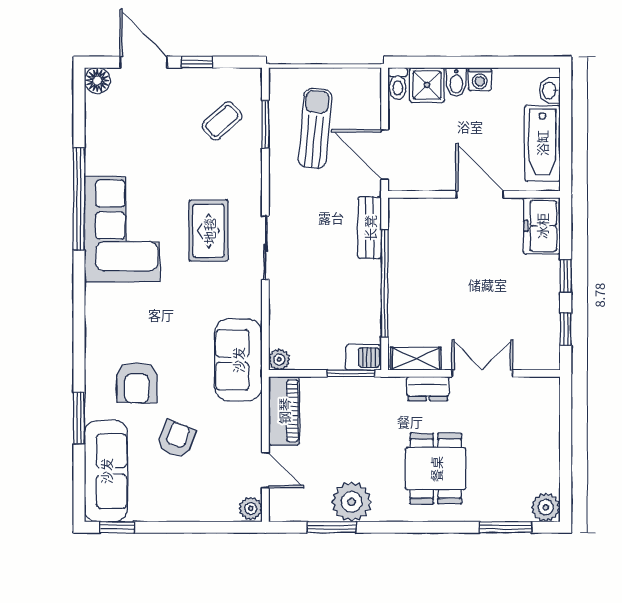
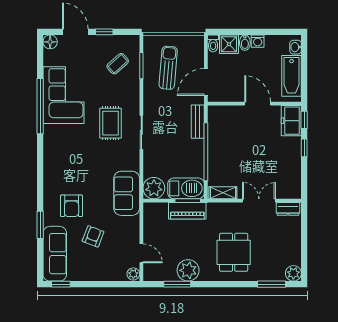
door: (385, 155) -> (206, 82), hinge flipped
corner sofa: (122, 229) -> (63, 95), moved
window: (566, 329) -> (304, 120), moved
barbecue: (364, 357) -> (186, 188), width x1.88, depth x1.53
plant: (279, 359) -> (154, 188), width x1.88, depth x1.88
dresser: (428, 389) -> (288, 209), moved
piano: (284, 411) -> (187, 211), moved, turned 90

